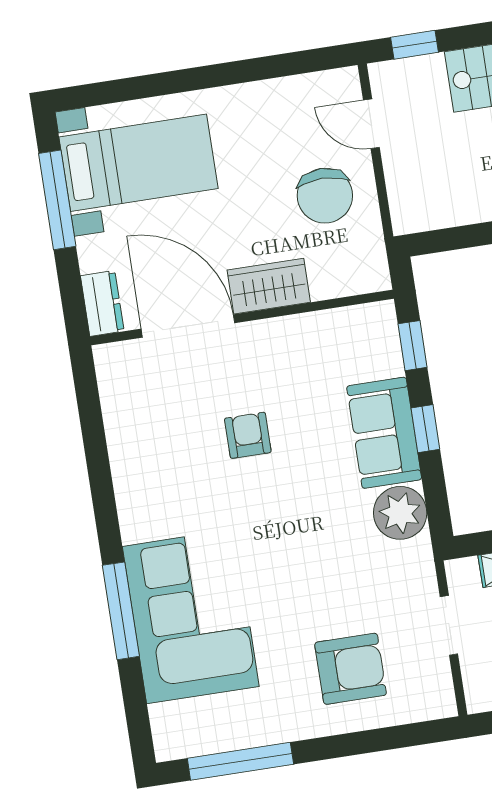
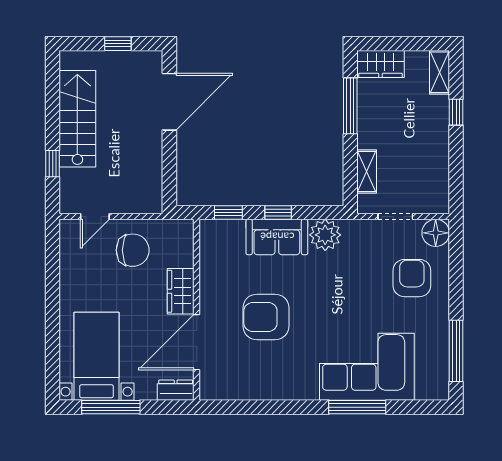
window: (414, 45) -> (53, 164), moved
armchair: (248, 435) -> (266, 317), width x1.88, depth x1.88
floor lamp: (432, 697) -> (436, 233), added

